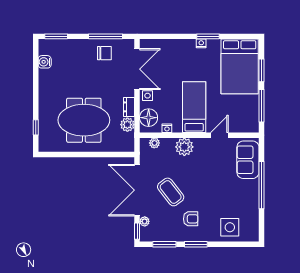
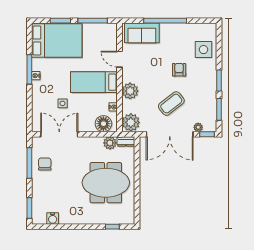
window: (208, 36) -> (29, 69), width x1.44
side table: (147, 96) -> (63, 103), moved
dresser: (129, 107) -> (126, 141), moved
meeting table: (84, 120) -> (106, 183), turned 90
plant: (154, 143) -> (131, 122), width x1.88, depth x1.88
armchair: (191, 219) -> (179, 70), moved

